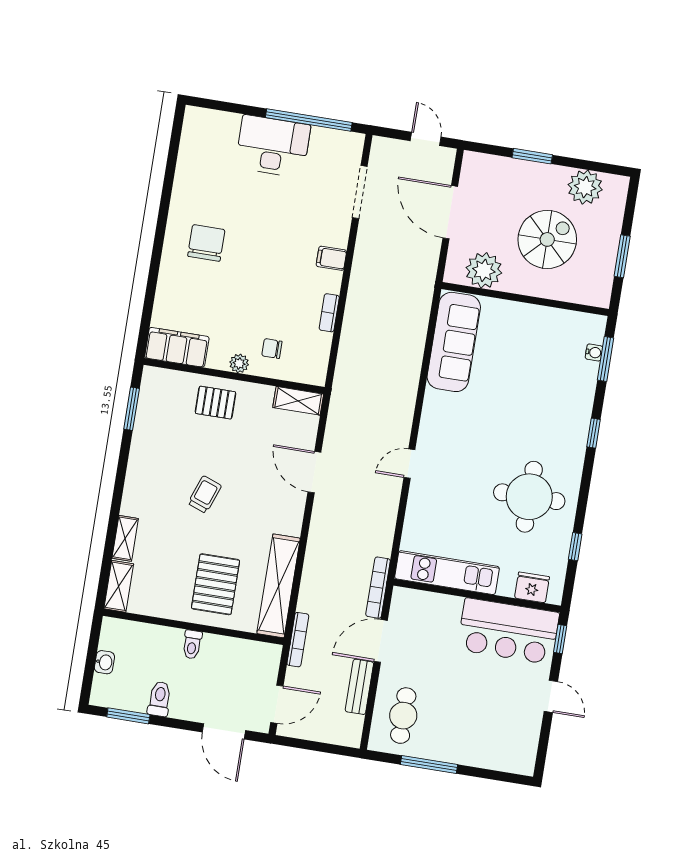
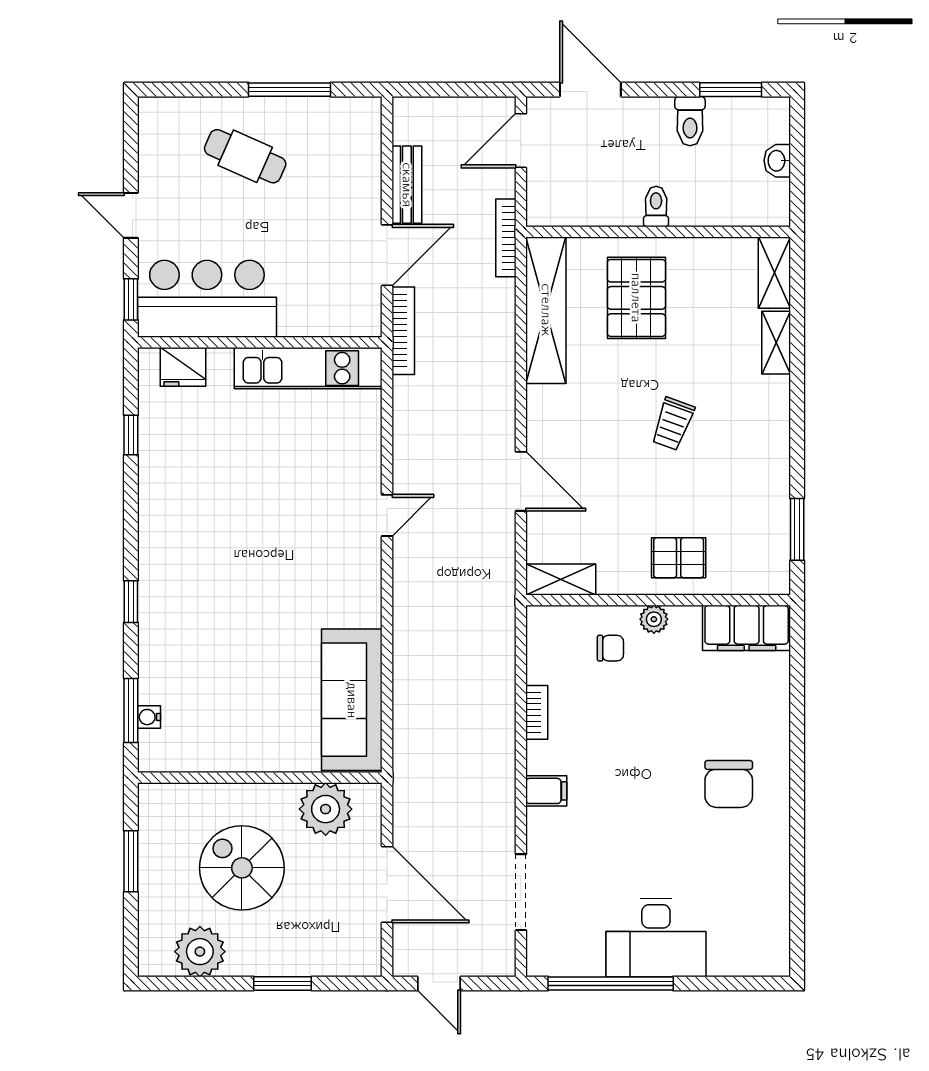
spiral stairs: (547, 239) -> (242, 868), turned 90
round table: (529, 497) -> (208, 496), removed
cafe table: (403, 716) -> (245, 156), moved, turned -66

